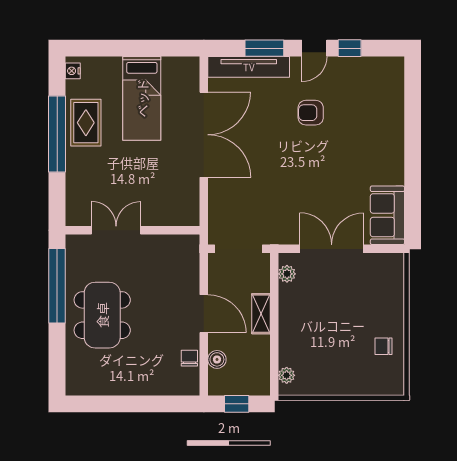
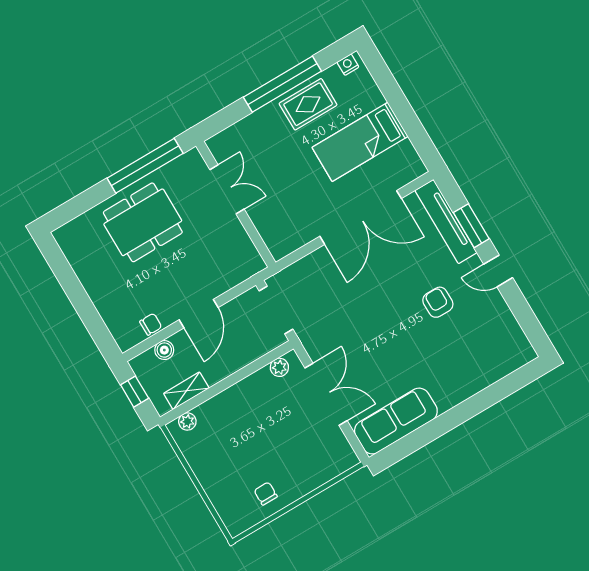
window: (350, 48) -> (517, 303), removed
sofa: (387, 215) -> (396, 421), width x1.36
shelving: (261, 314) -> (186, 391), moved

